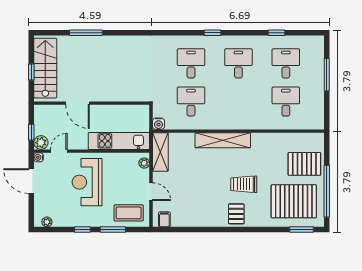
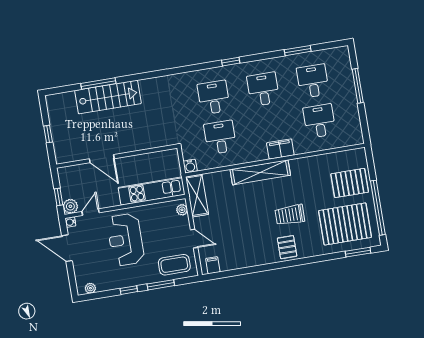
window: (276, 33) -> (298, 51), width x1.50
stairs: (45, 68) -> (108, 97), moved, turned 90
filing cabinet: (245, 122) -> (280, 149), added

